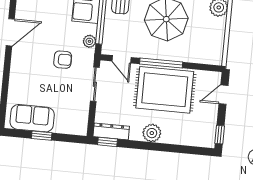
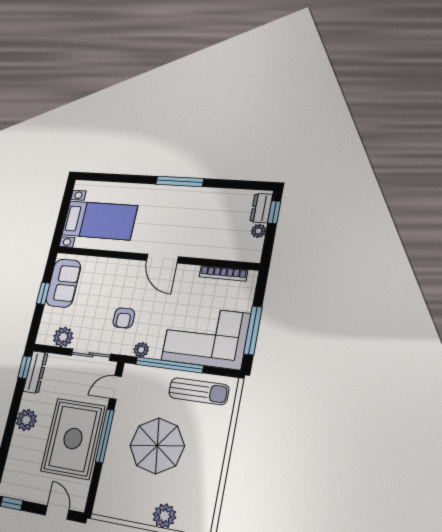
plant: (80, 111) -> (63, 337), added

